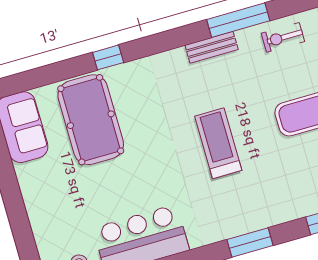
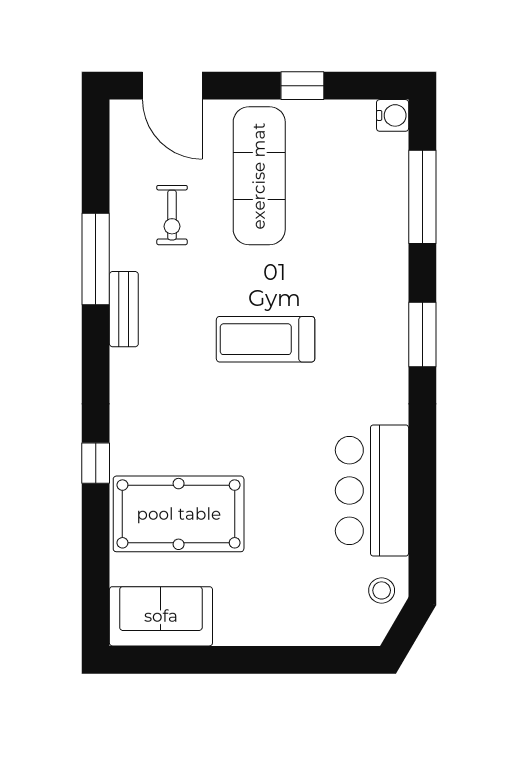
exercise bike: (283, 37) -> (172, 215), moved

